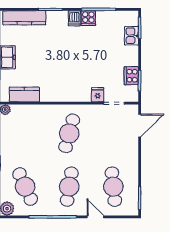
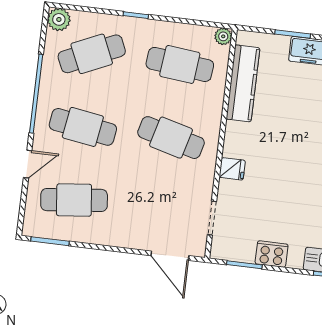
cooker: (131, 76) -> (272, 254), moved
kitchen counter: (24, 94) -> (243, 83), width x1.50
fridge: (98, 95) -> (232, 169), moved
cafe table: (25, 133) -> (180, 64), added

